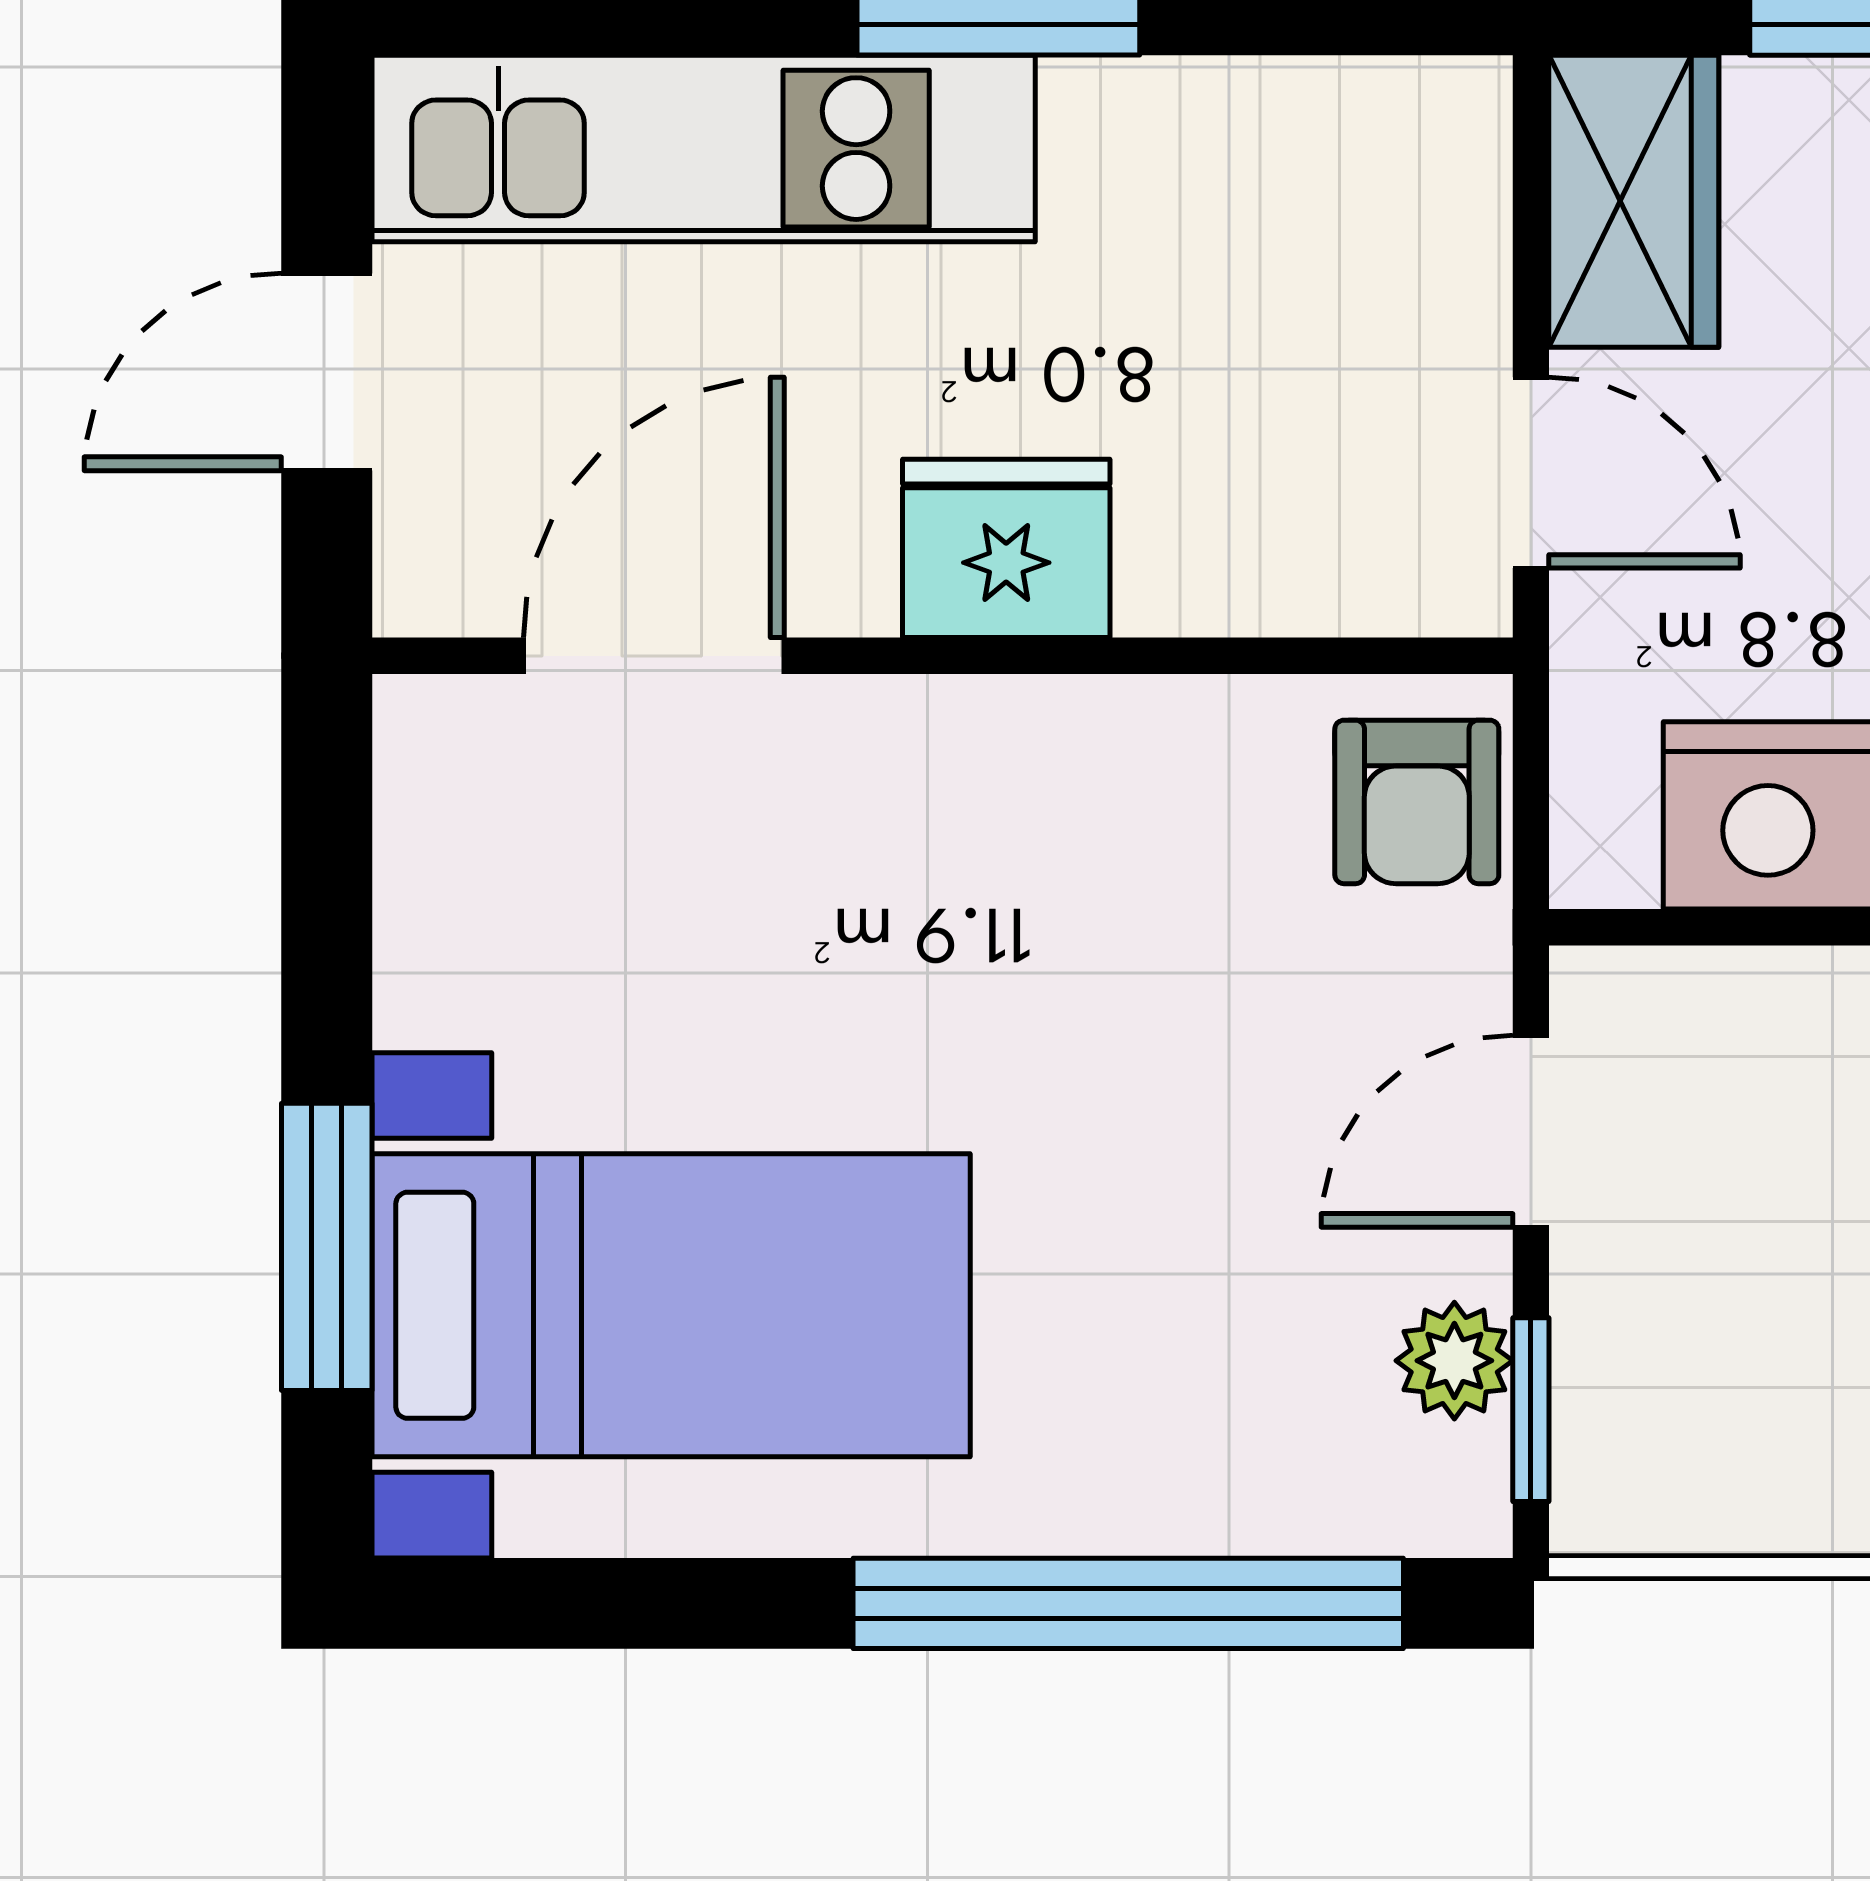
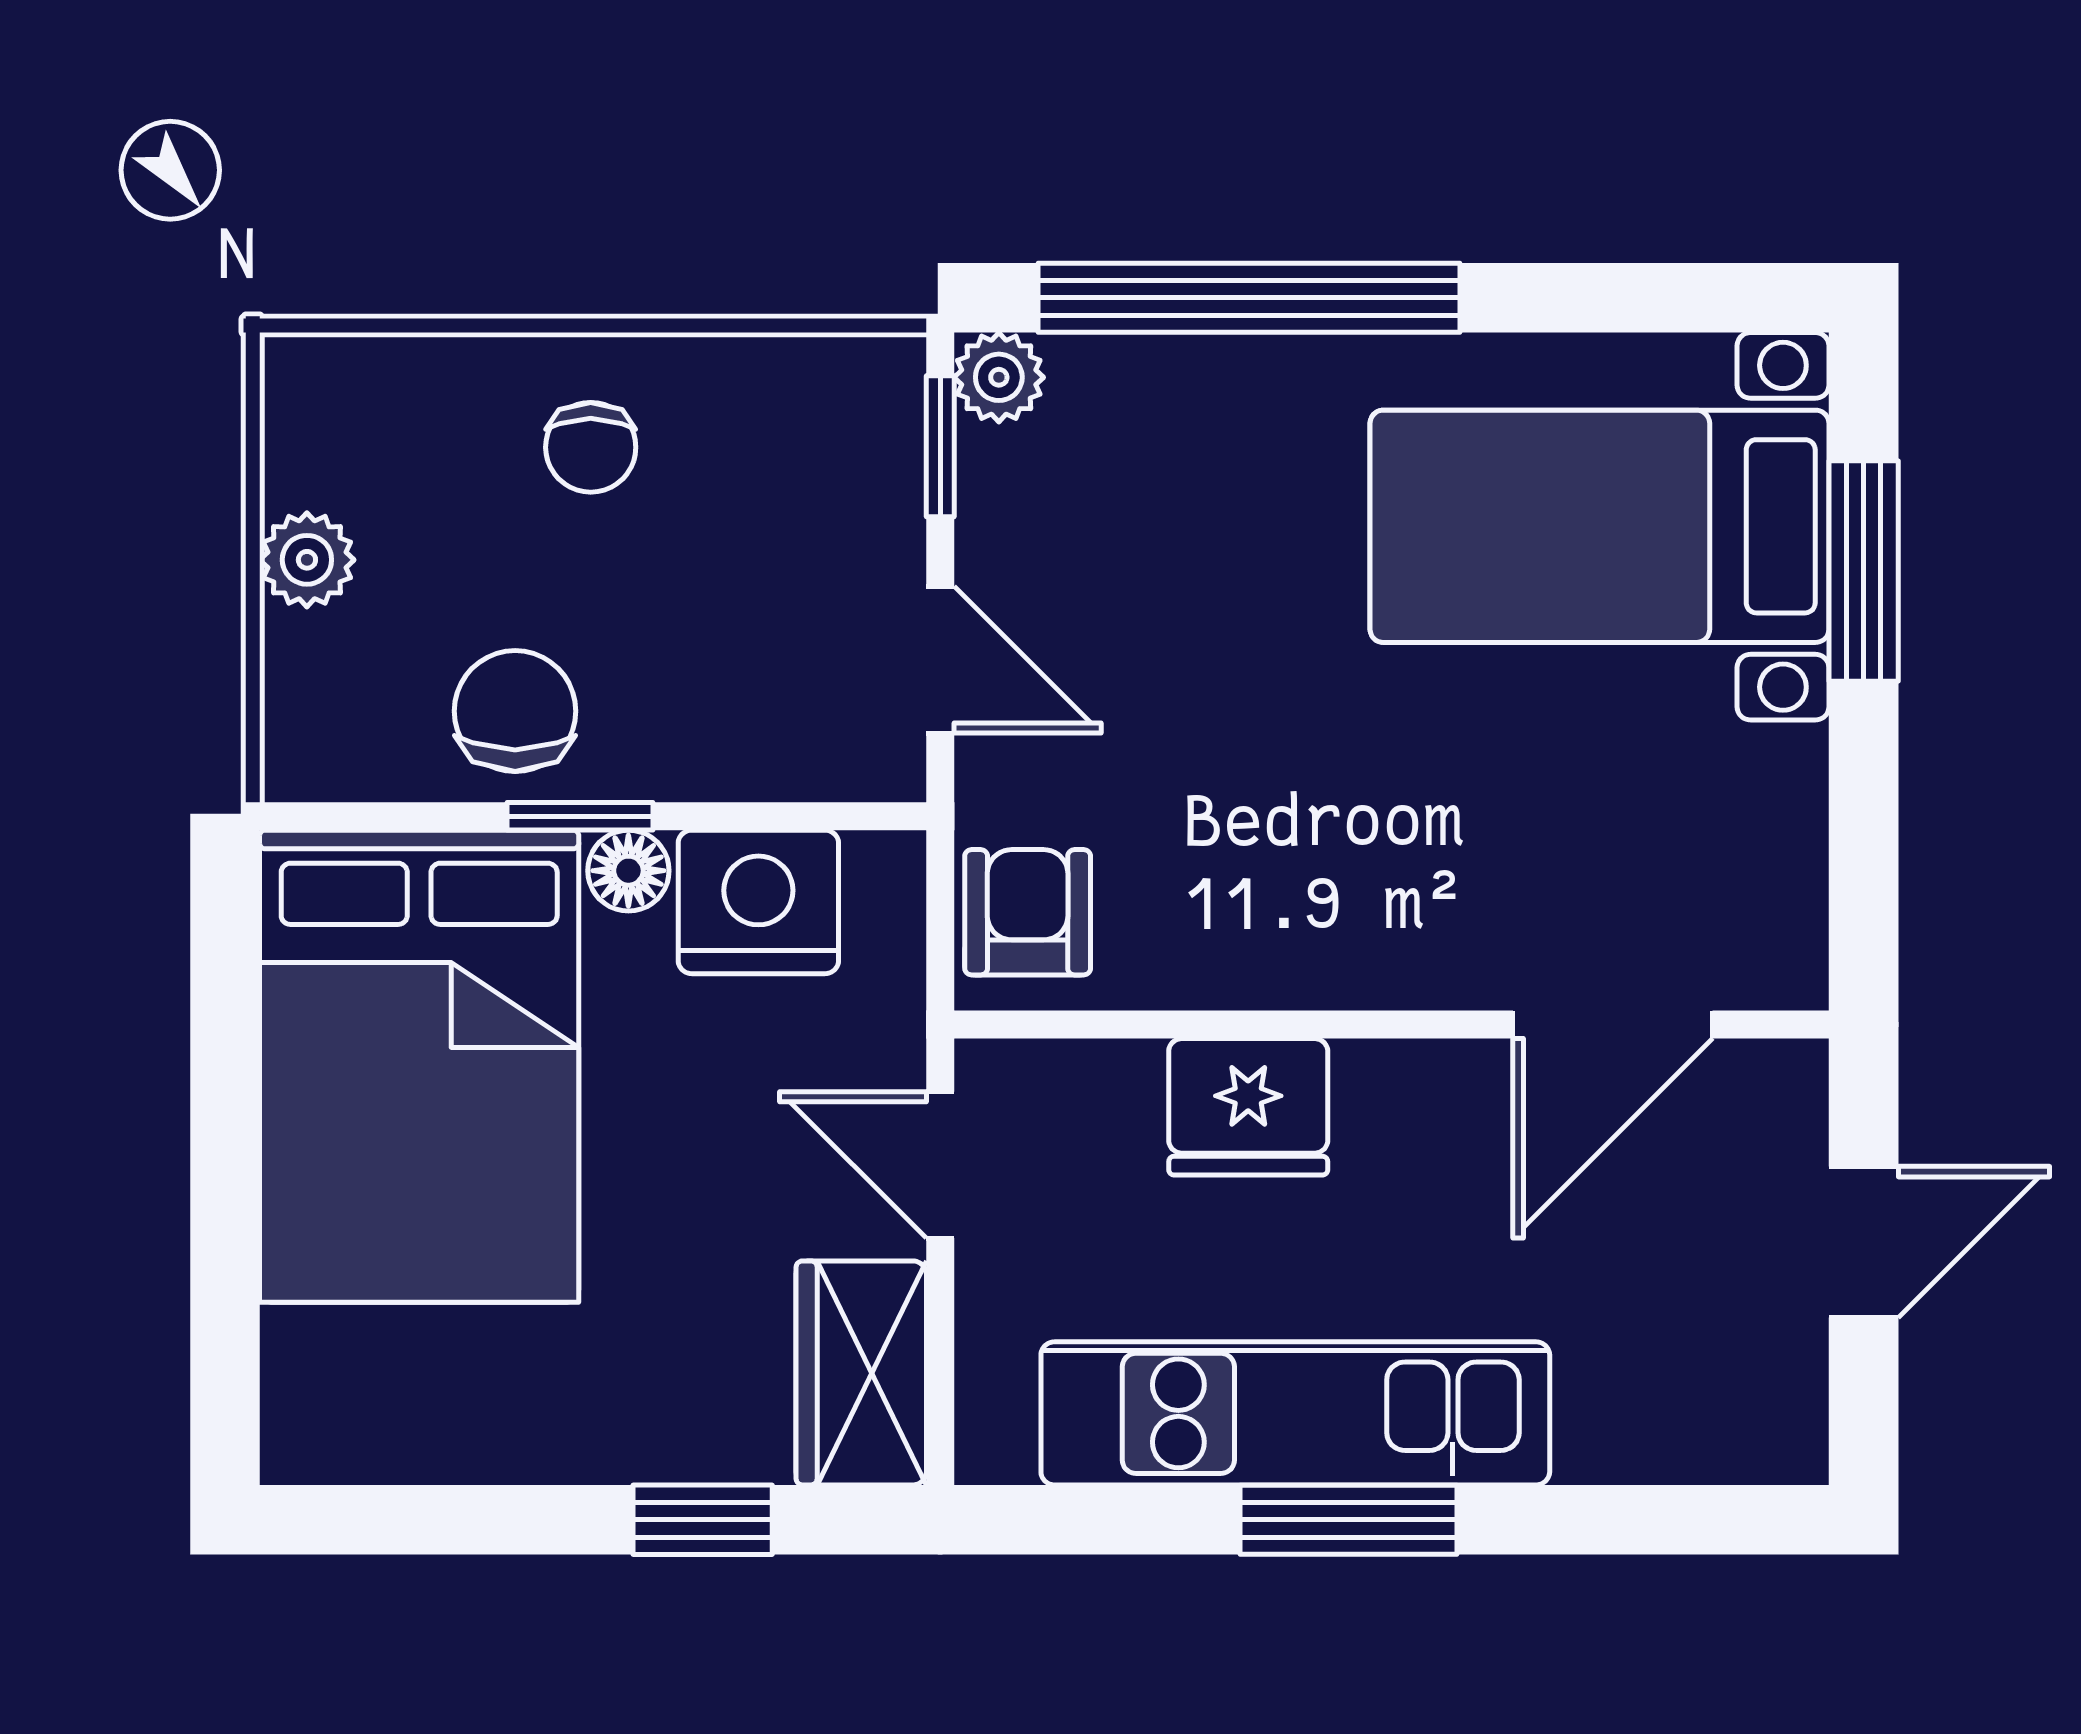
kitchen unit: (704, 149) -> (1295, 1413), moved
fridge: (1006, 548) -> (1248, 1107), moved
door: (1531, 1131) -> (940, 660), hinge flipped
plant: (1454, 1361) -> (999, 377), moved

